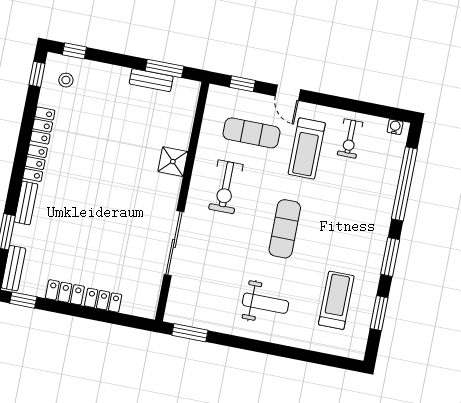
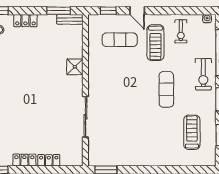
locker: (109, 74) -> (25, 21), added
bench: (151, 80) -> (70, 19), moved
exercise bike: (226, 187) -> (203, 74), moved
exercise mat: (285, 229) -> (166, 89), moved
weight bench: (265, 303) -> (149, 143), removed

